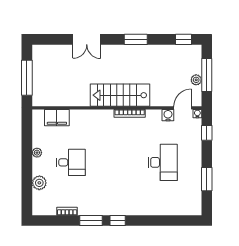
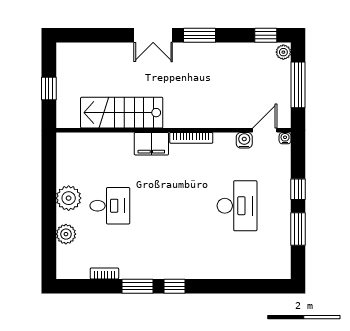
double door: (87, 39) -> (153, 35), moved
window: (27, 78) -> (49, 88), width x0.46
plant: (196, 80) -> (283, 52), moved
stairs: (120, 95) -> (122, 113), moved
filing cabinet: (57, 118) -> (151, 144), moved
window: (207, 133) -> (298, 189), moved
plant: (37, 153) -> (69, 198), width x1.88, depth x1.88

